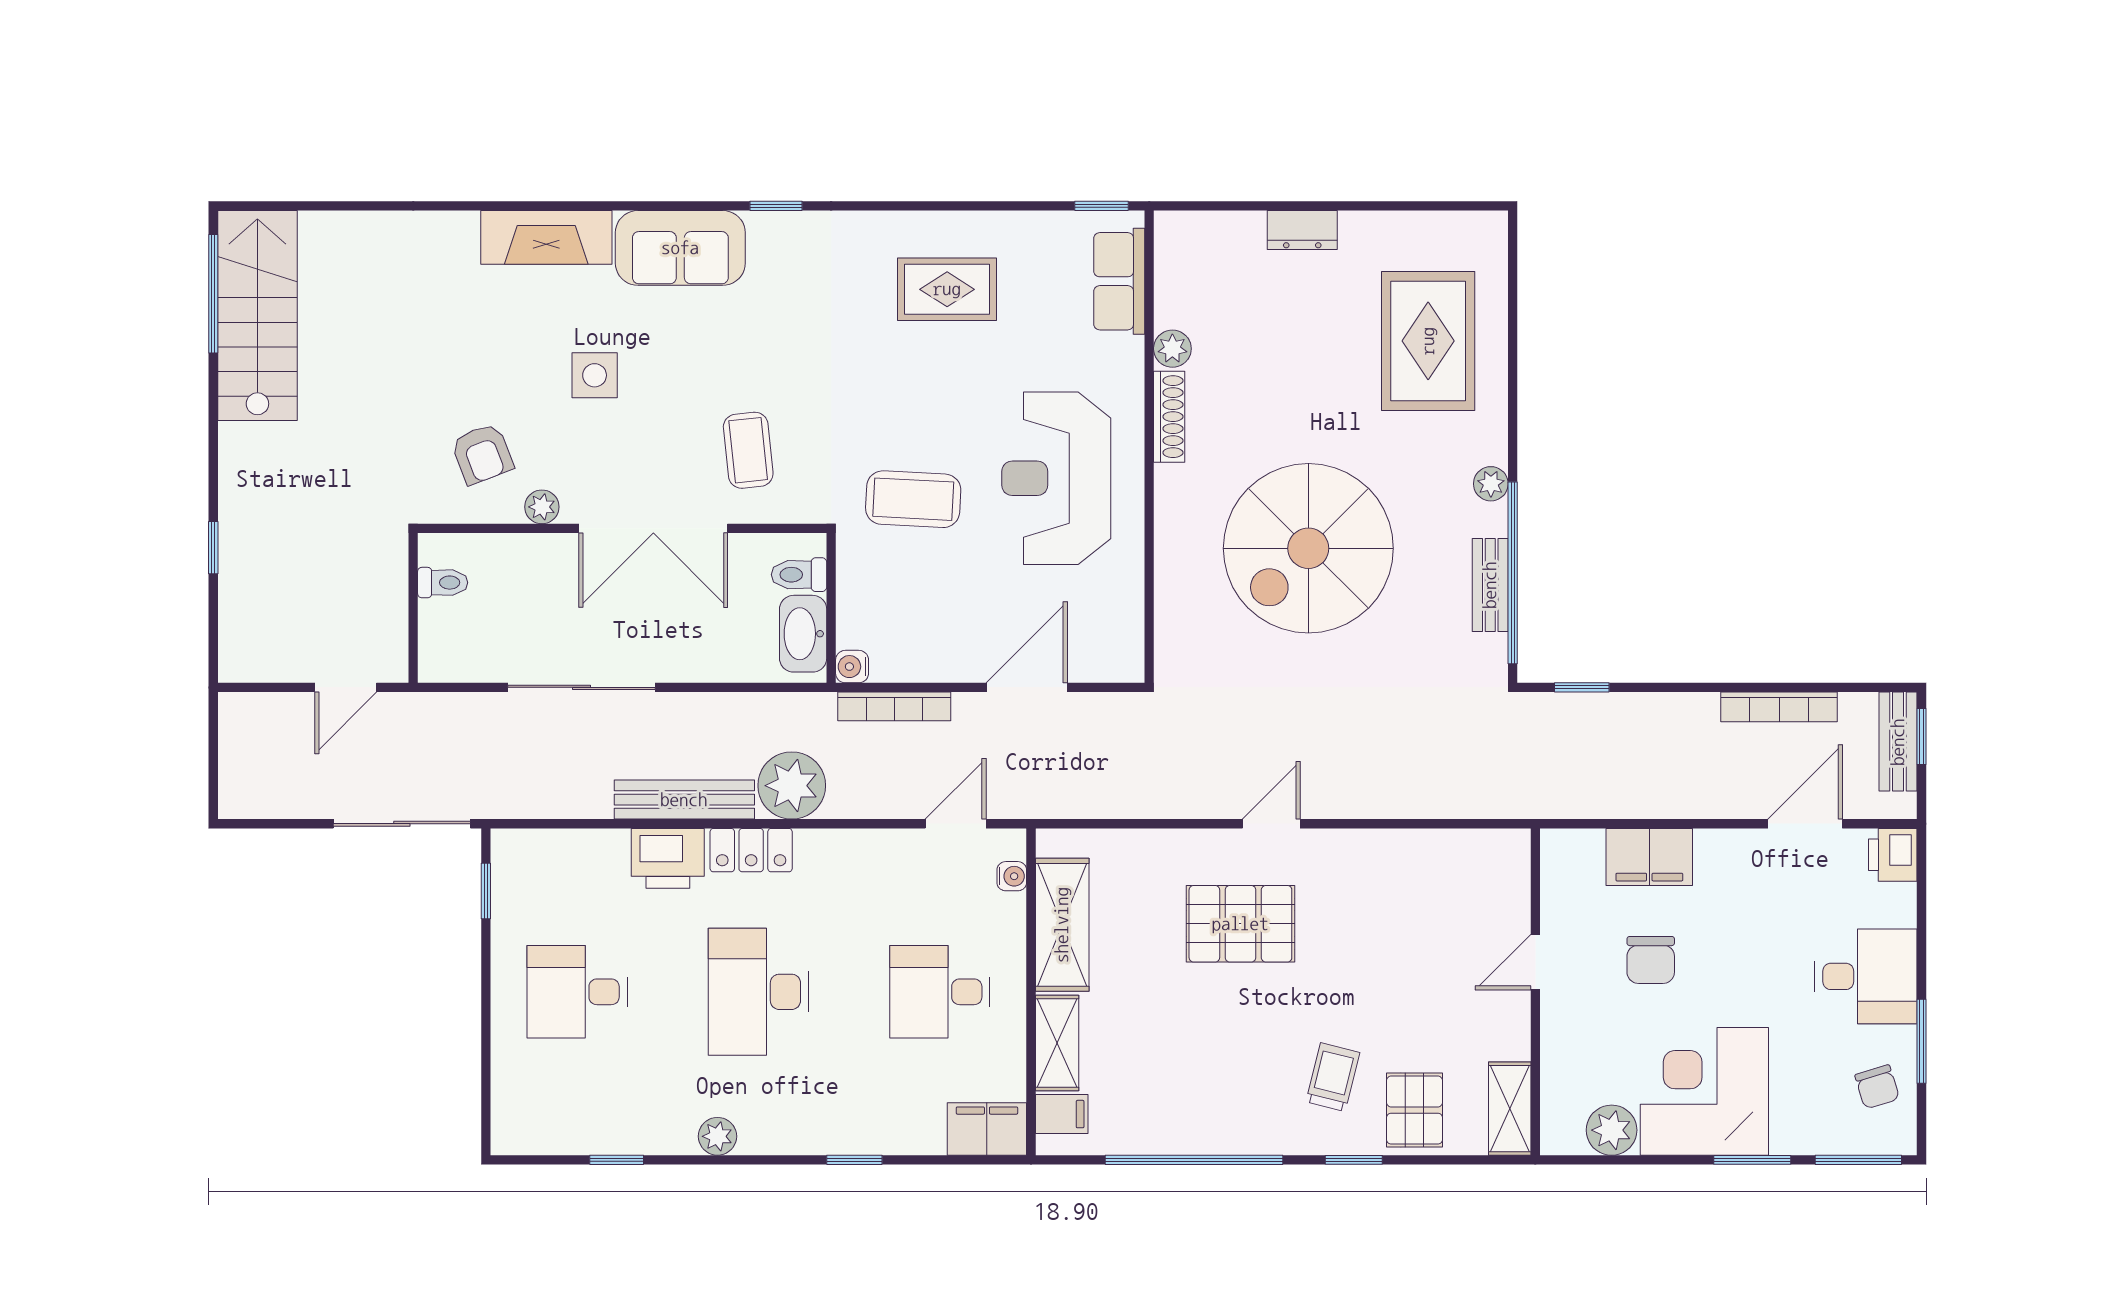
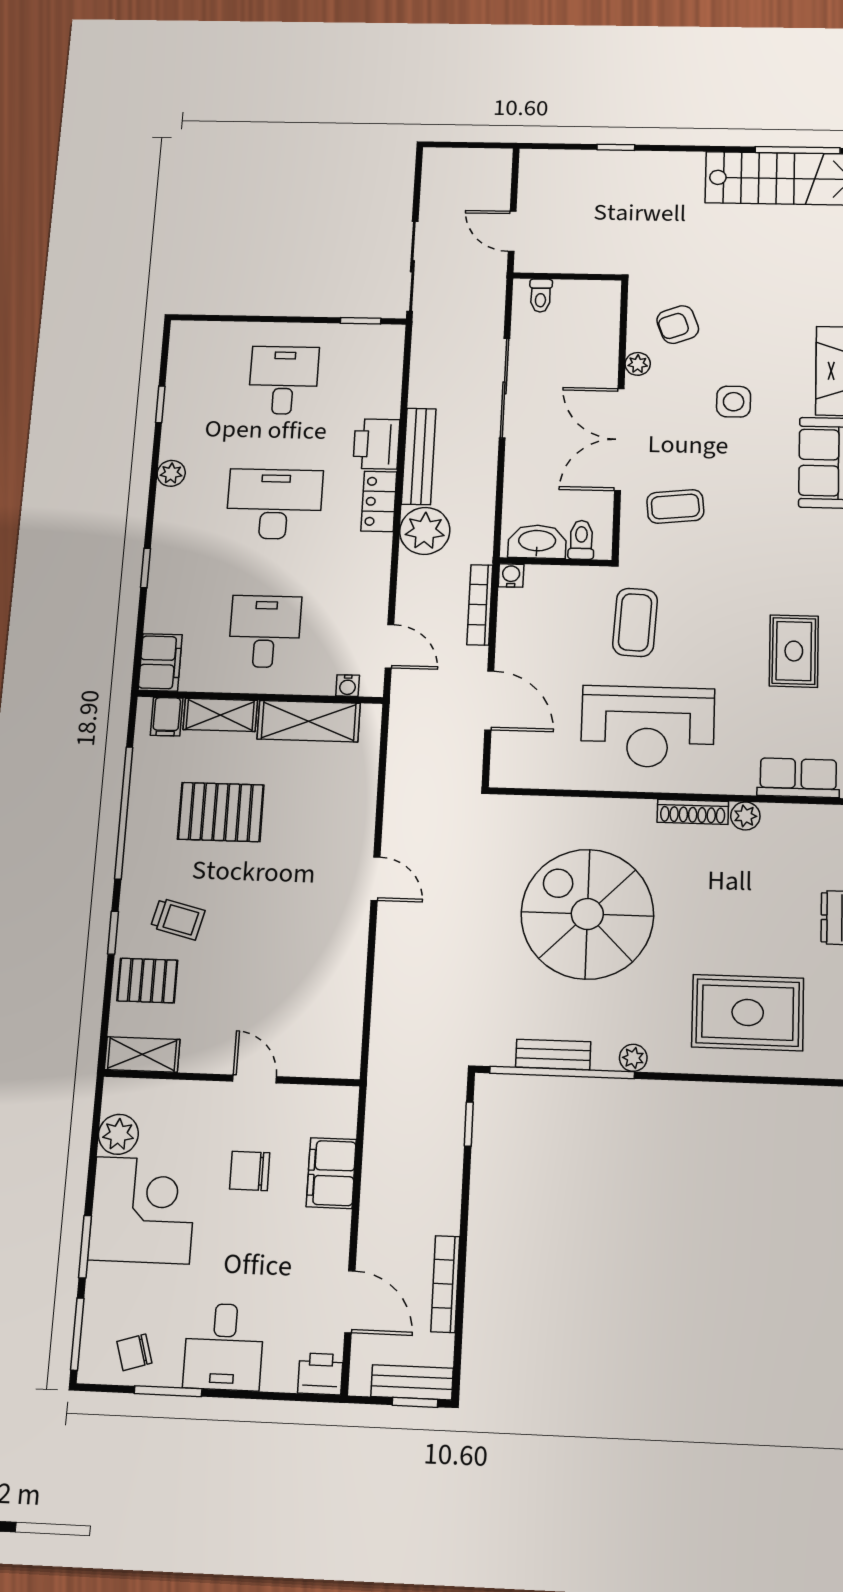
reception desk: (1056, 478) -> (648, 727), turned 180
toilet: (443, 583) -> (541, 296), moved
pallet: (1240, 924) -> (221, 812), moved, turned 90

